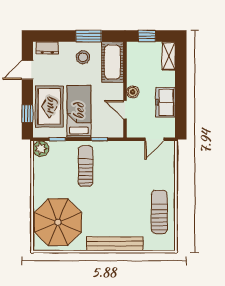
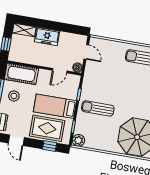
boiler: (133, 92) -> (77, 68), moved
freezer: (165, 102) -> (47, 36), moved

